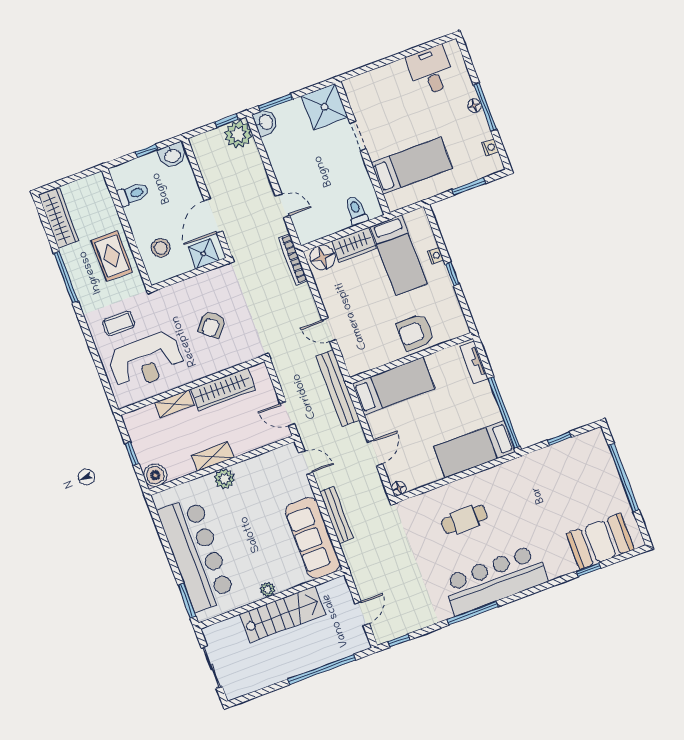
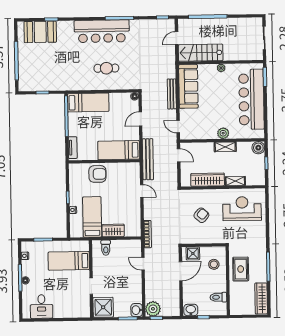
floor lamp: (323, 258) -> (132, 230), removed
coffee table: (119, 323) -> (249, 233), removed
stairs: (283, 614) -> (201, 53), moved

